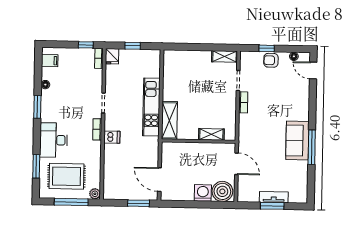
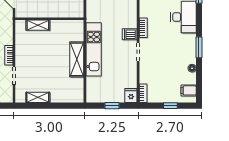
window: (86, 45) -> (170, 106), moved
shelving: (224, 56) -> (38, 97), moved
shelving: (169, 120) -> (77, 59), moved
dishwasher: (112, 137) -> (130, 34), moved

